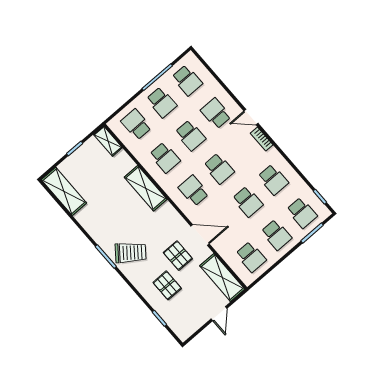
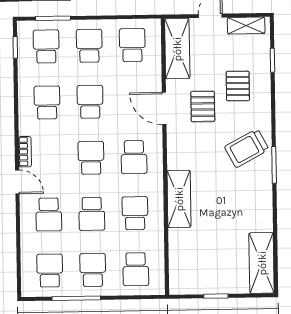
school desk: (190, 135) -> (92, 214), turned 180
shelving: (108, 141) -> (246, 26), moved, turned 90
trolley: (131, 253) -> (247, 148), turned -66

